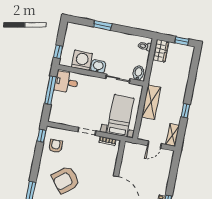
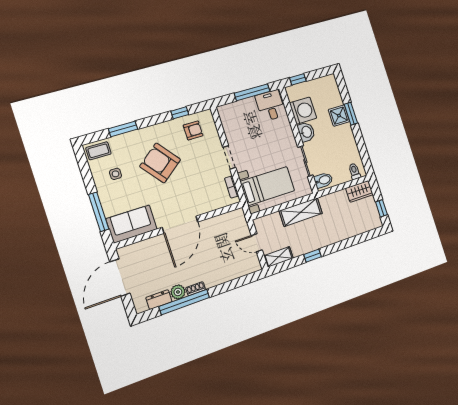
shower: (99, 35) -> (339, 116), added
window: (42, 136) -> (180, 113), moved

